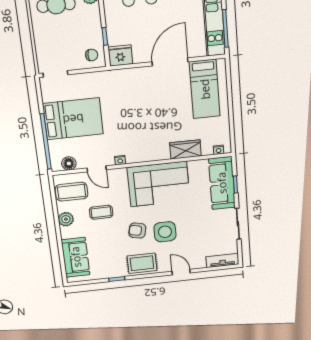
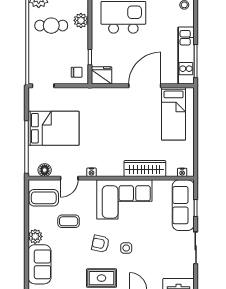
wardrobe: (185, 149) -> (145, 169), width x1.50
door: (97, 169) -> (69, 178), hinge flipped
plant: (66, 219) -> (35, 236), moved
side table: (165, 232) -> (126, 248), width x0.54, depth x0.54

